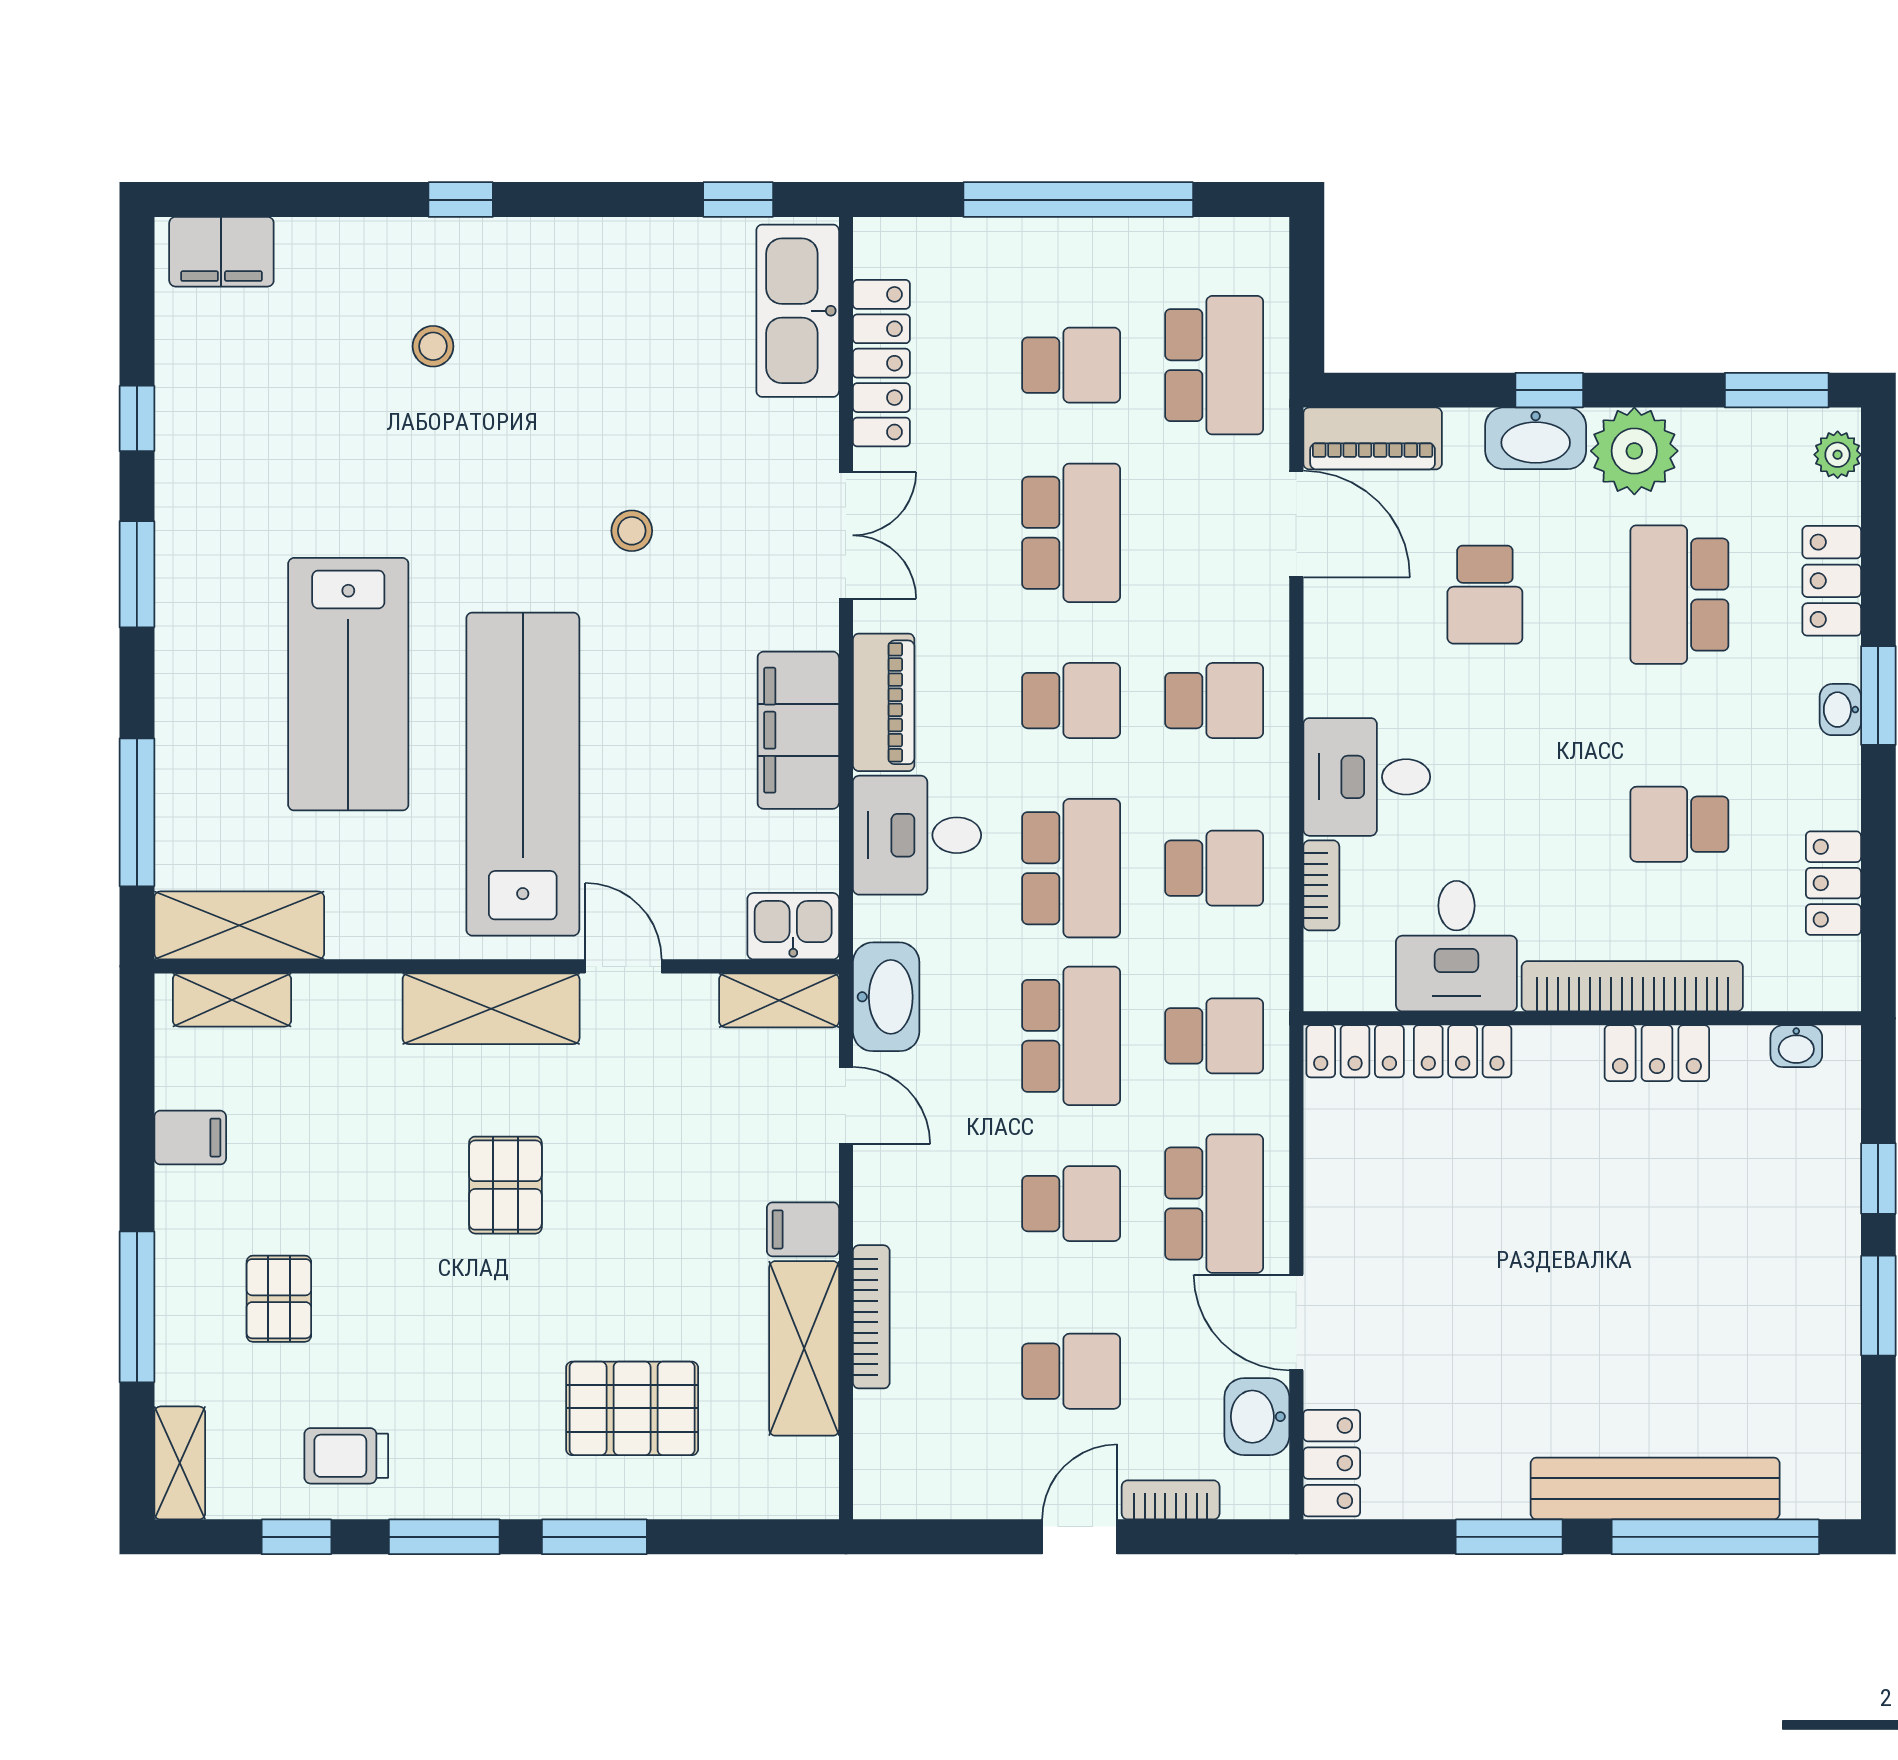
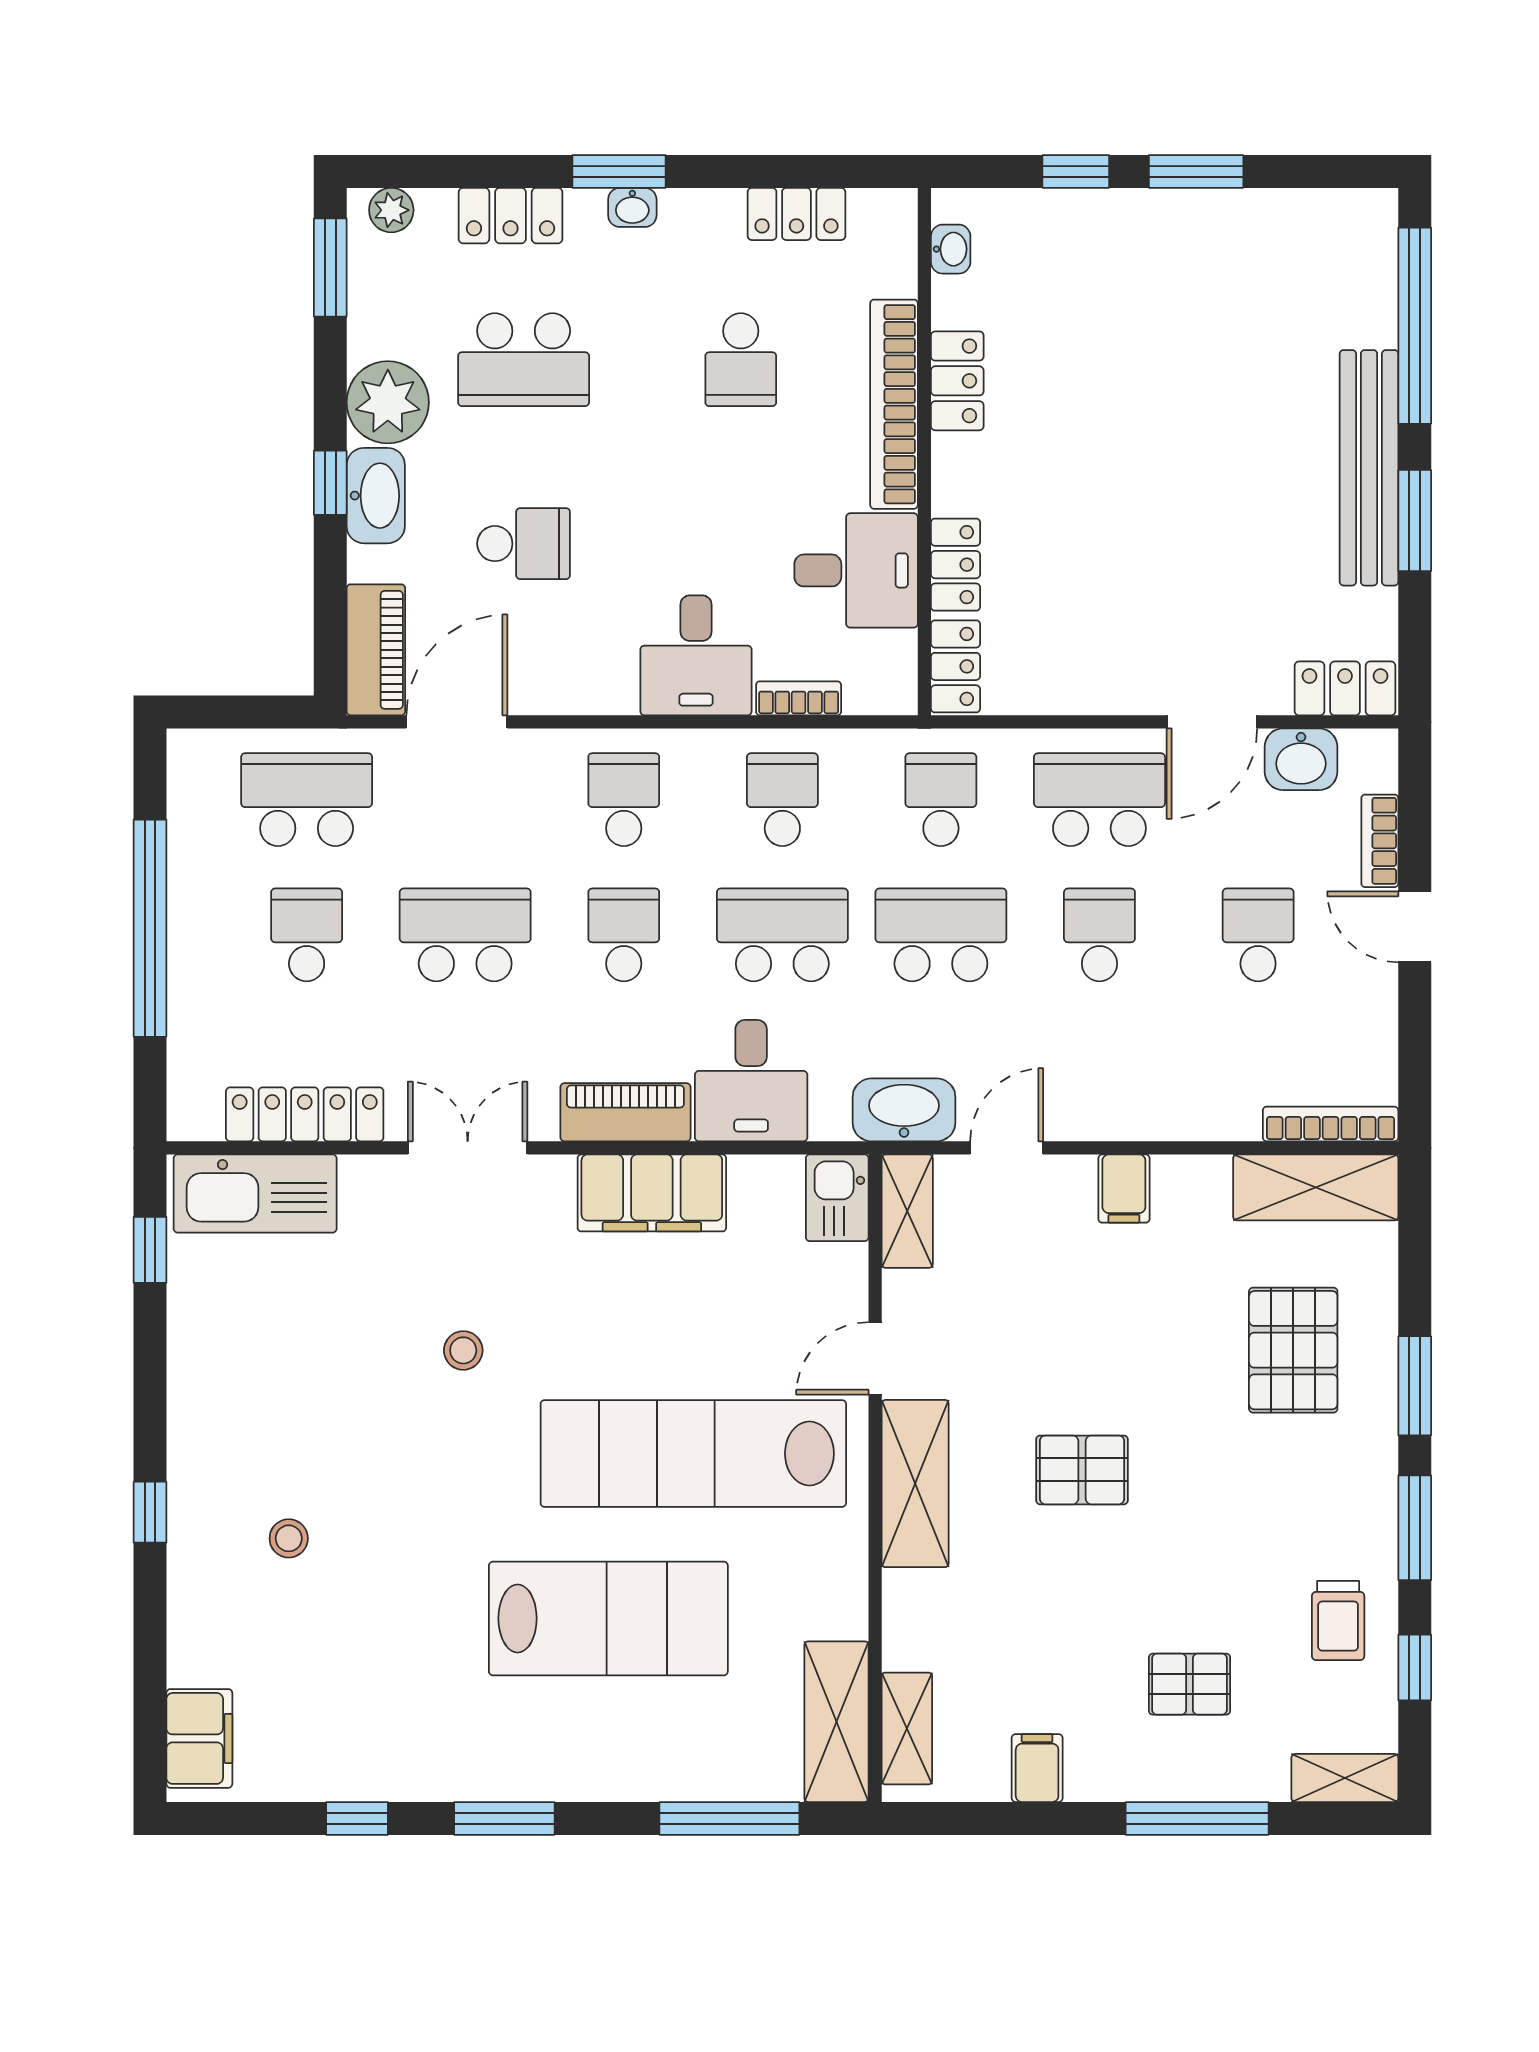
bookcase: (871, 1317) -> (1331, 1124), moved
shelving: (804, 1348) -> (1316, 1187), moved
bench: (1655, 1489) -> (1369, 468), moved

